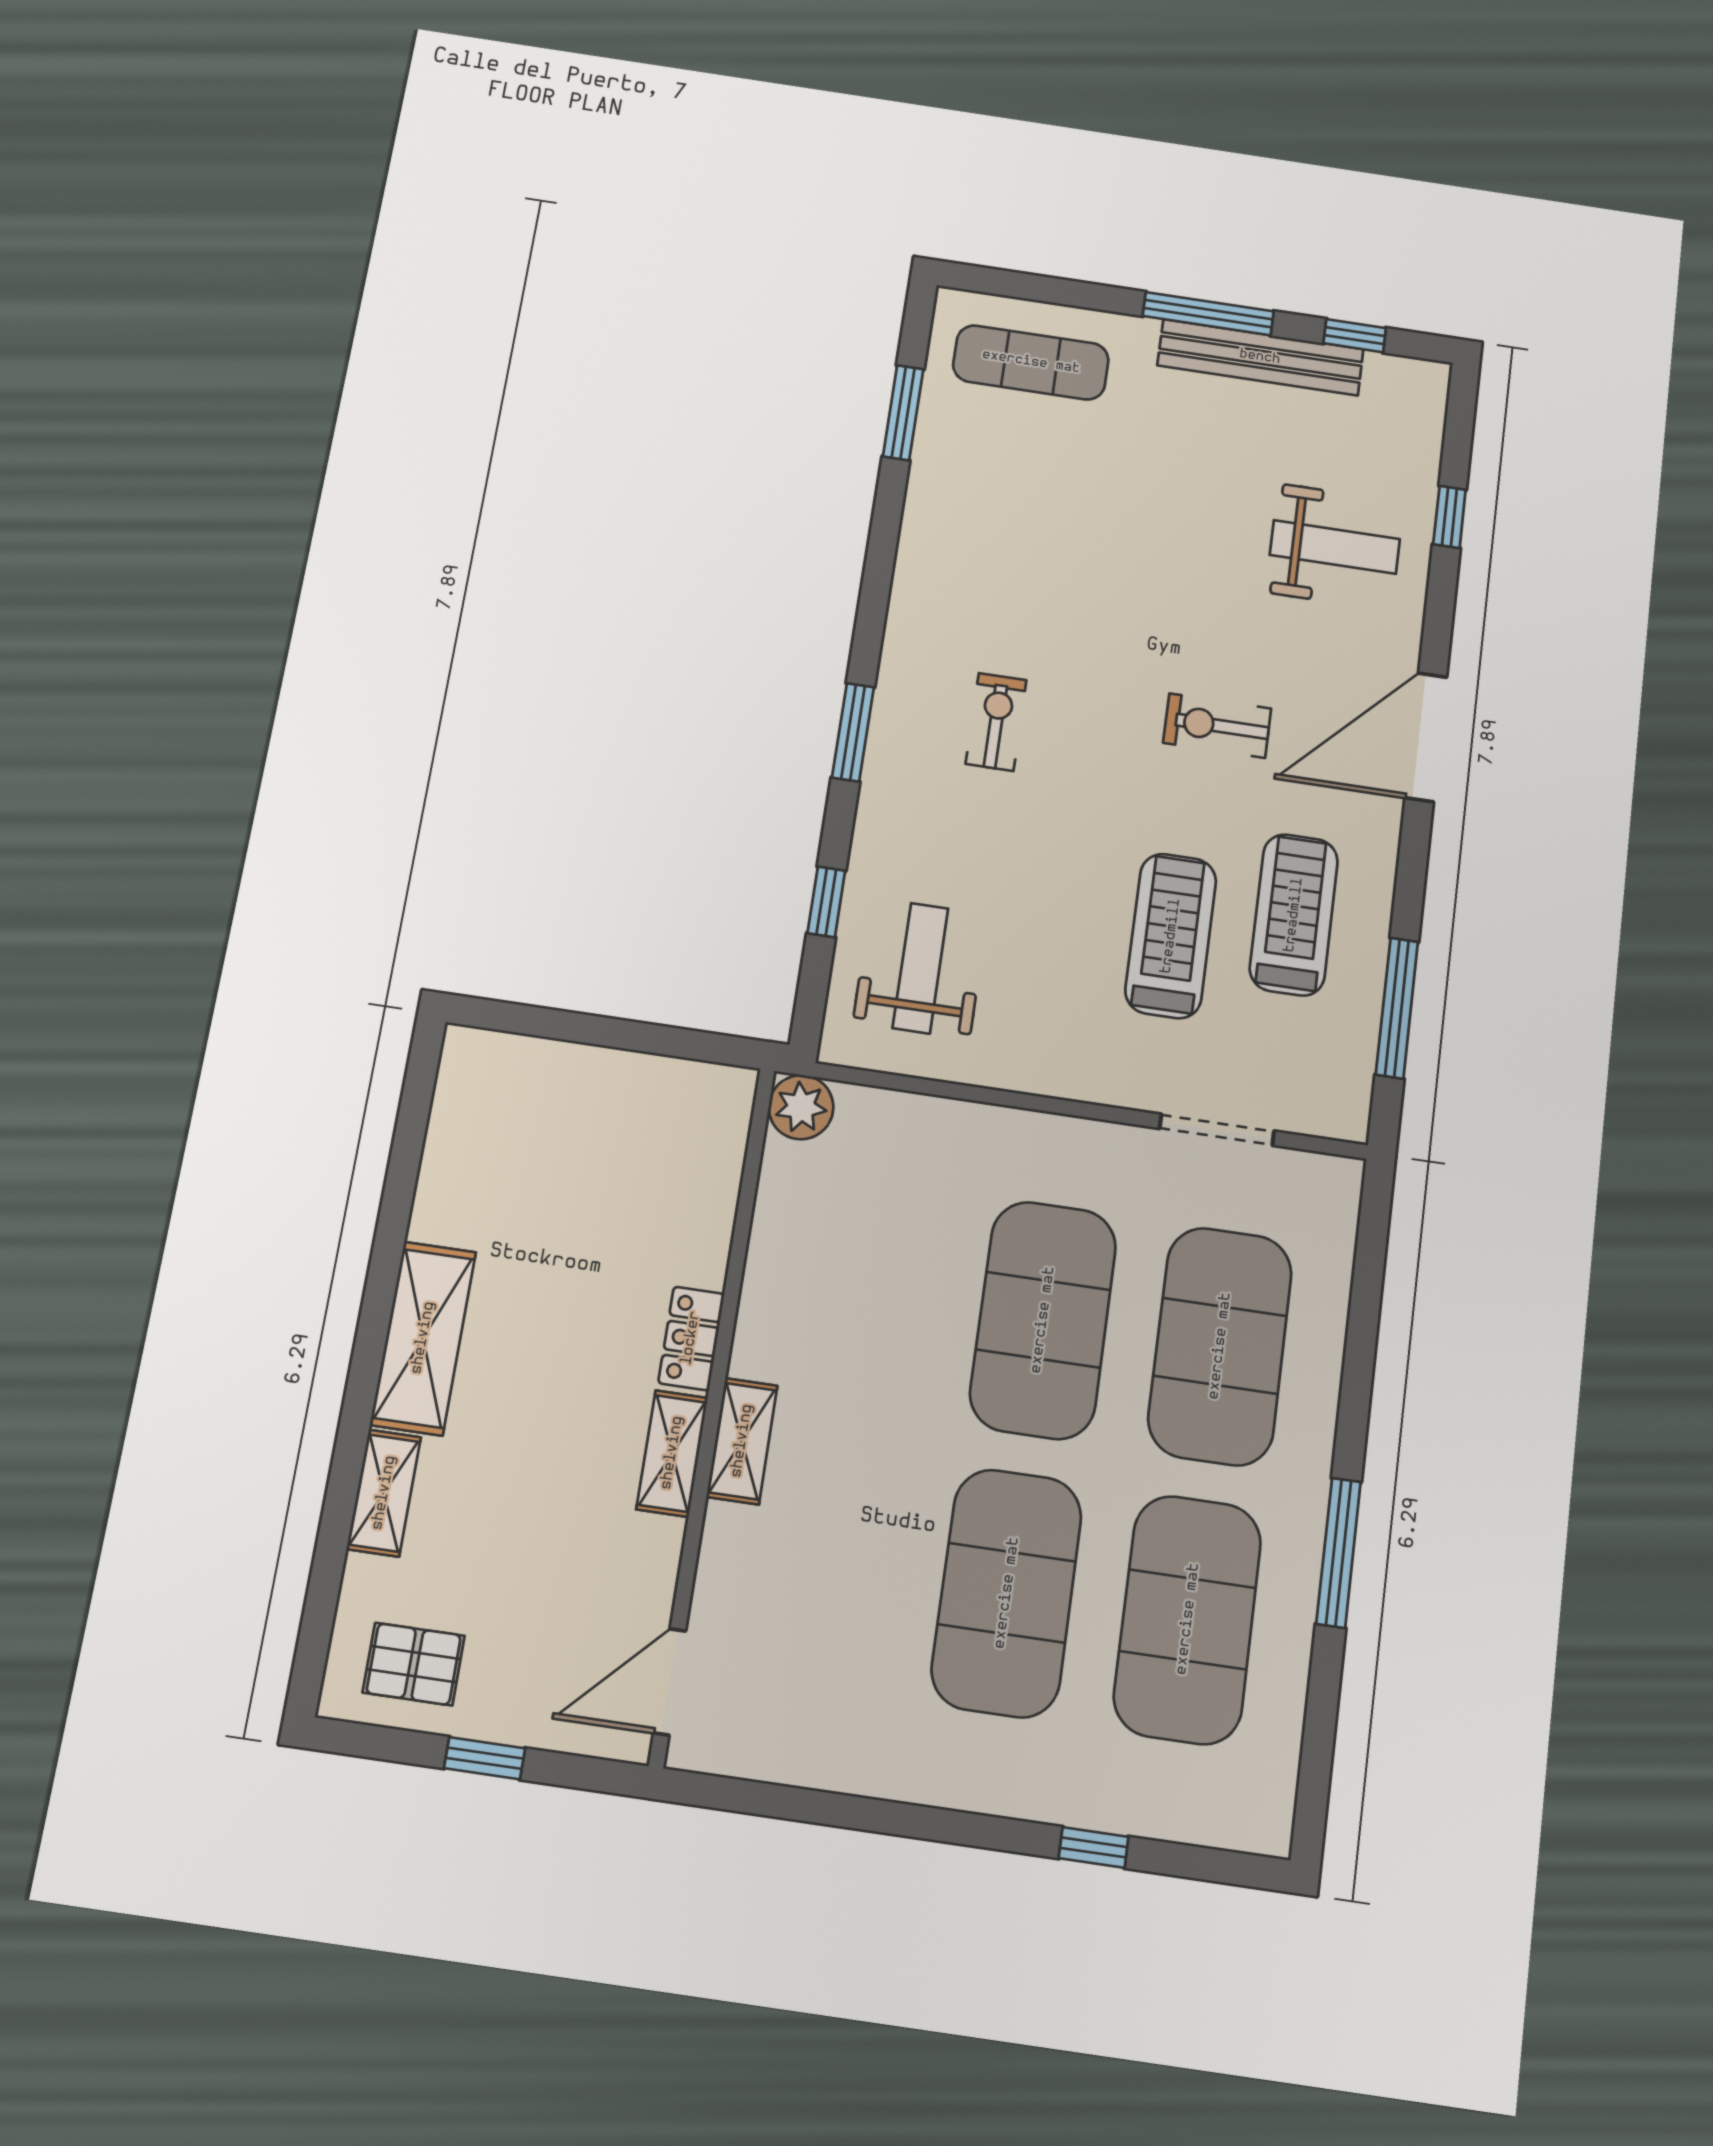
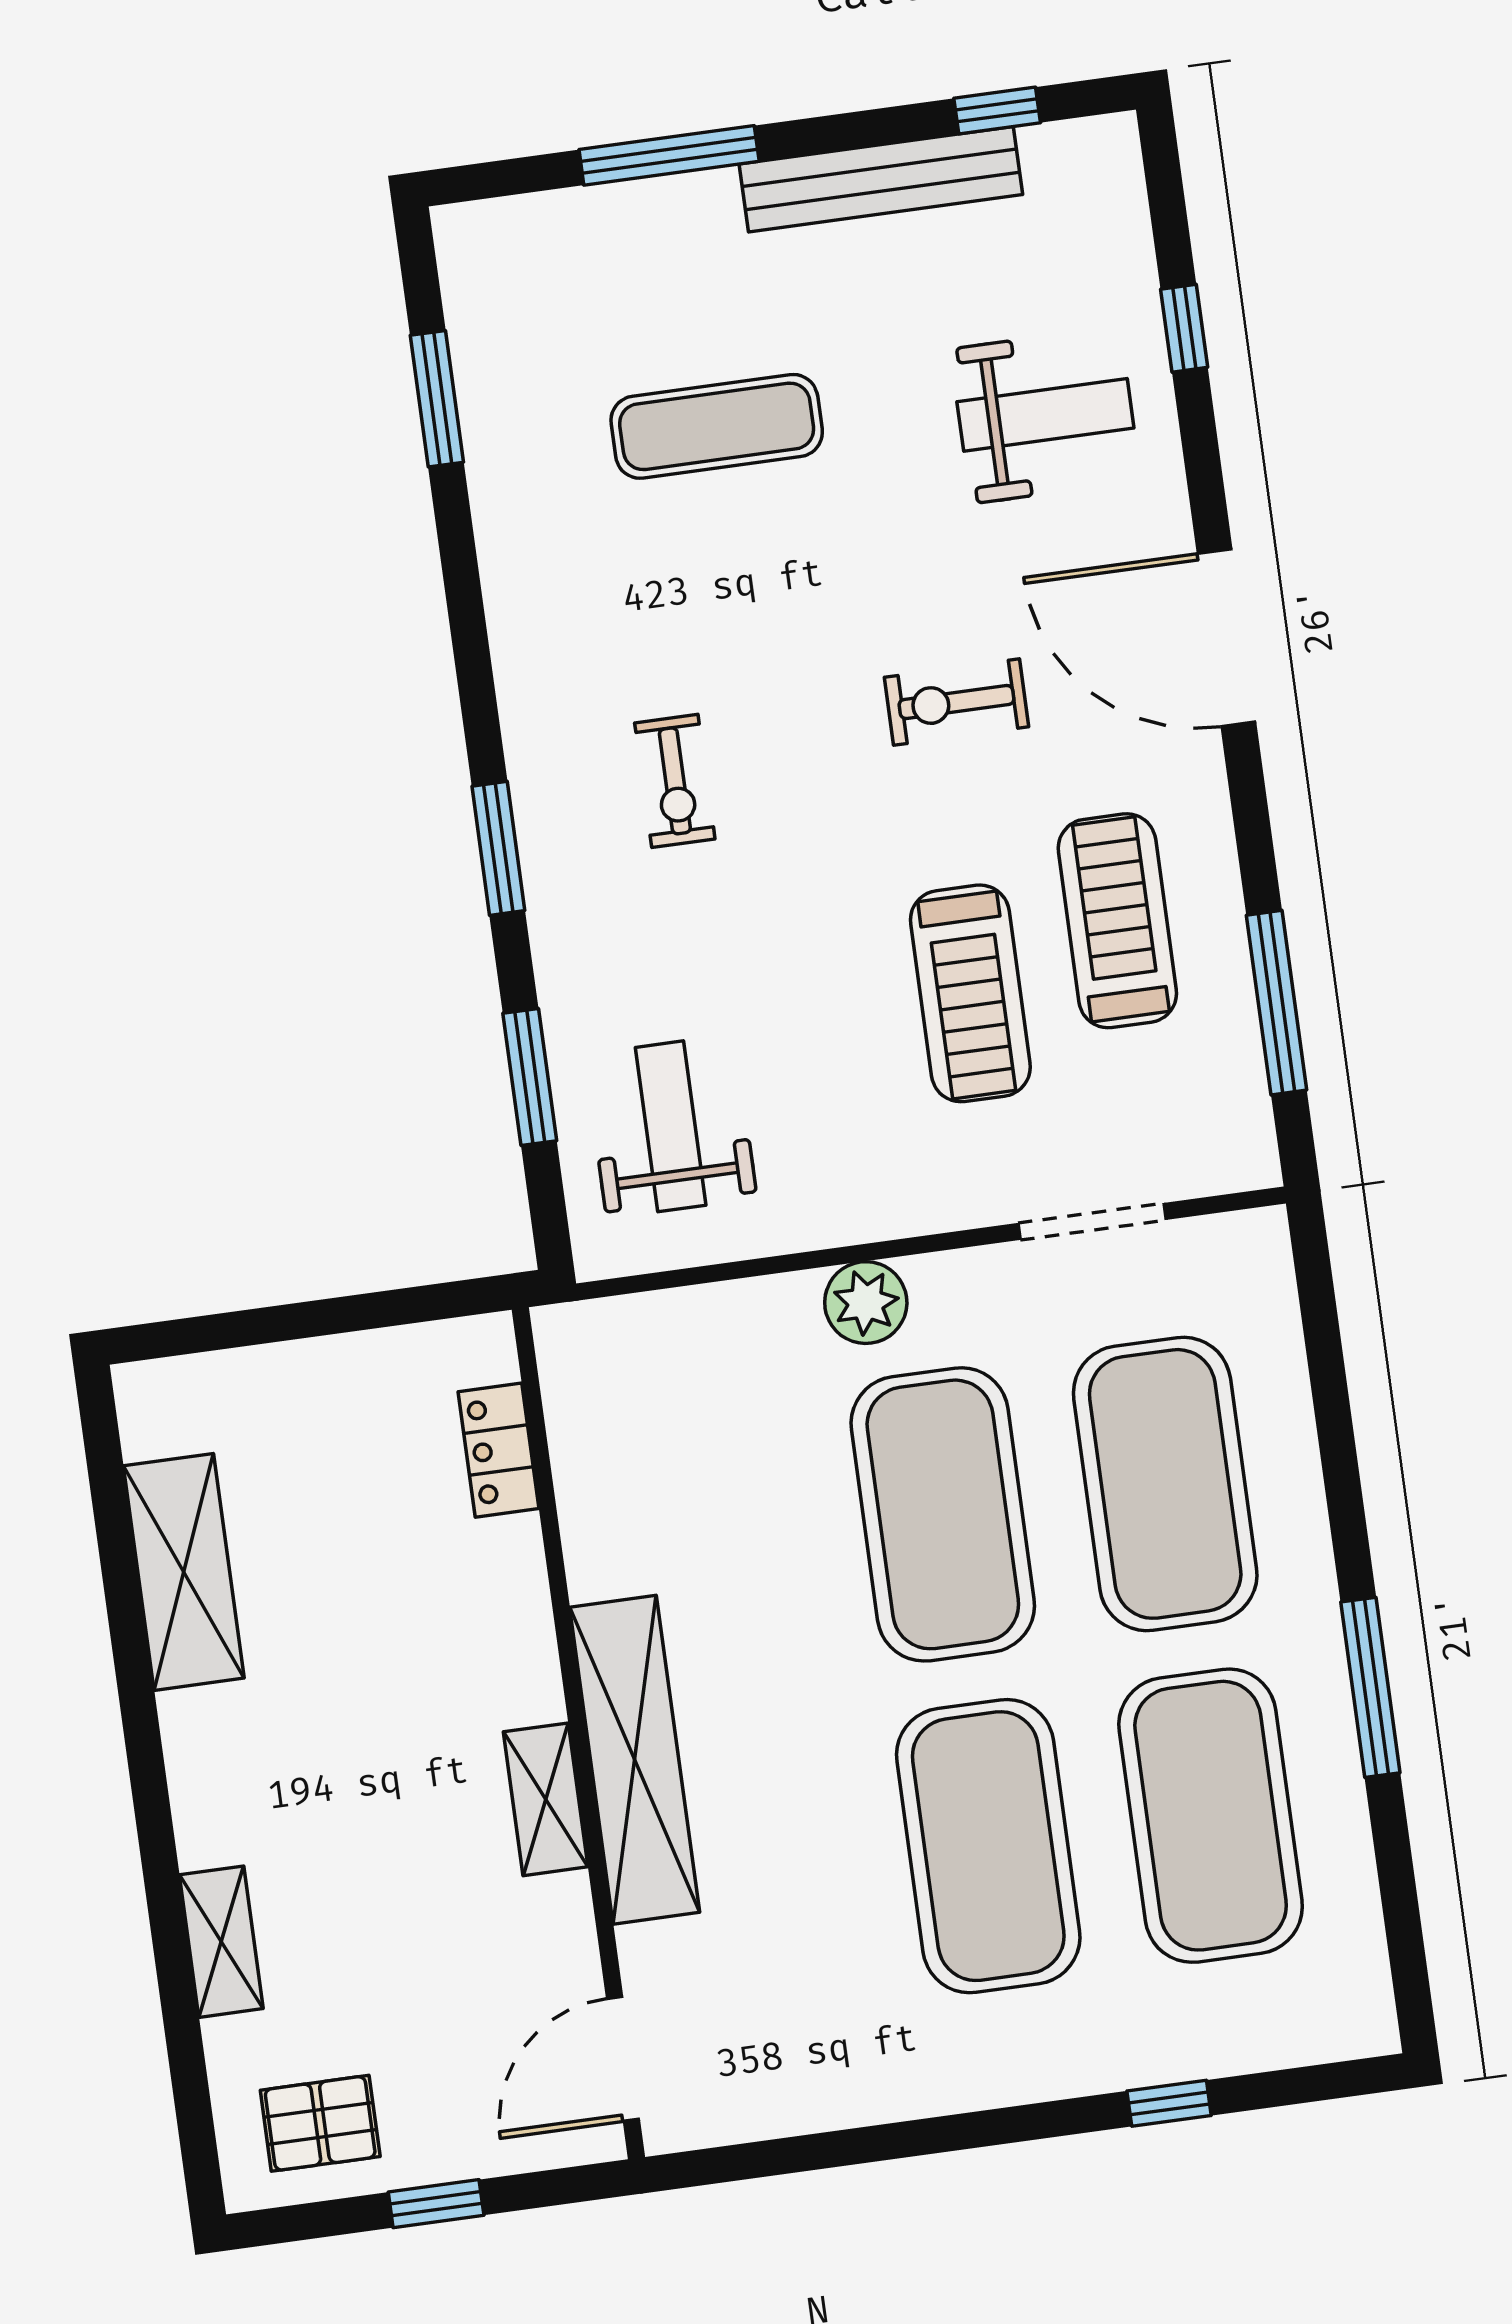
window: (1208, 314) -> (669, 155), moved
exercise mat: (1031, 362) -> (717, 426), moved
exercise bike: (996, 722) -> (675, 781), turned 180
door: (1426, 737) -> (1227, 638), hinge flipped
window: (826, 902) -> (530, 1077), width x1.50
treadmill: (1171, 936) -> (970, 993), turned 180
plant: (801, 1107) -> (866, 1303), moved
shelving: (423, 1338) -> (184, 1572), moved
locker: (691, 1338) -> (499, 1450), moved
shelving: (742, 1441) -> (635, 1760), width x2.20, depth x1.33

